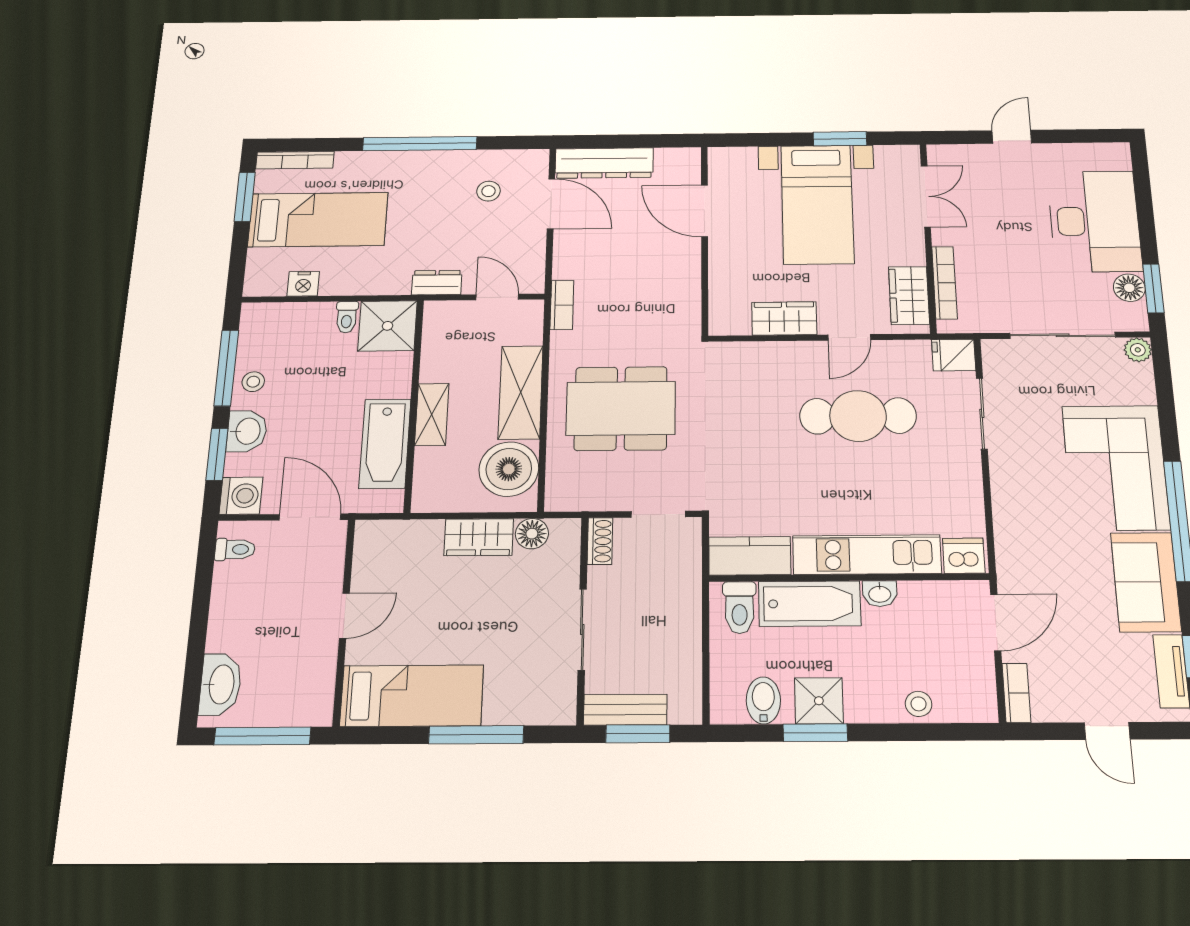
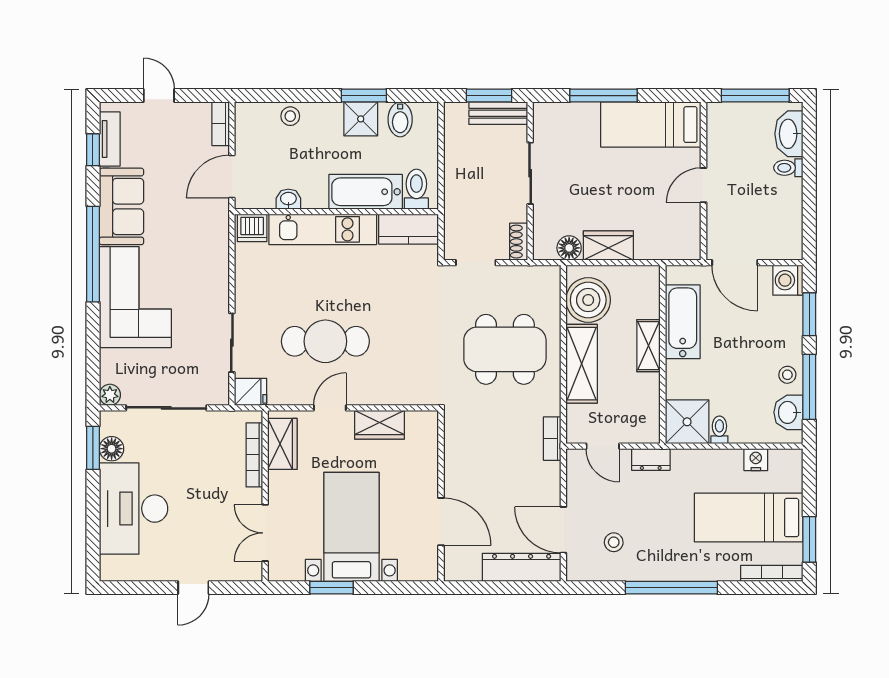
washbasin: (247, 431) -> (788, 412), moved
toilet: (235, 549) -> (788, 168), moved
washbasin: (880, 594) -> (288, 199), moved

